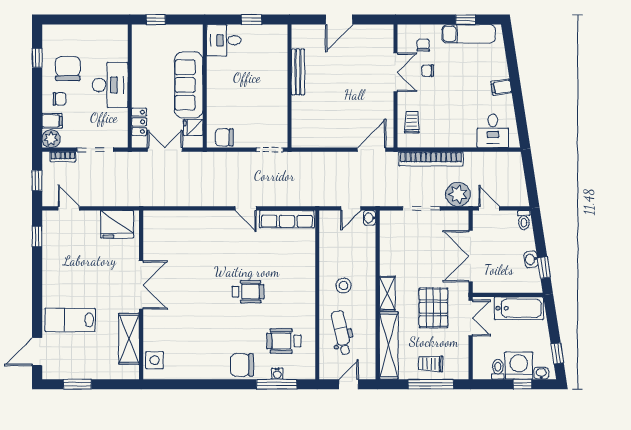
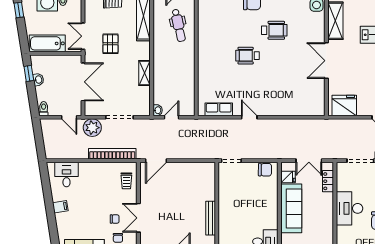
row of seats: (287, 219) -> (219, 109), width x0.68
stool: (344, 285) -> (177, 60), removed
shelving: (387, 293) -> (145, 73), moved
pallet: (433, 308) -> (110, 44), width x0.67, depth x0.71
wheelchair: (284, 341) -> (274, 30), moved

